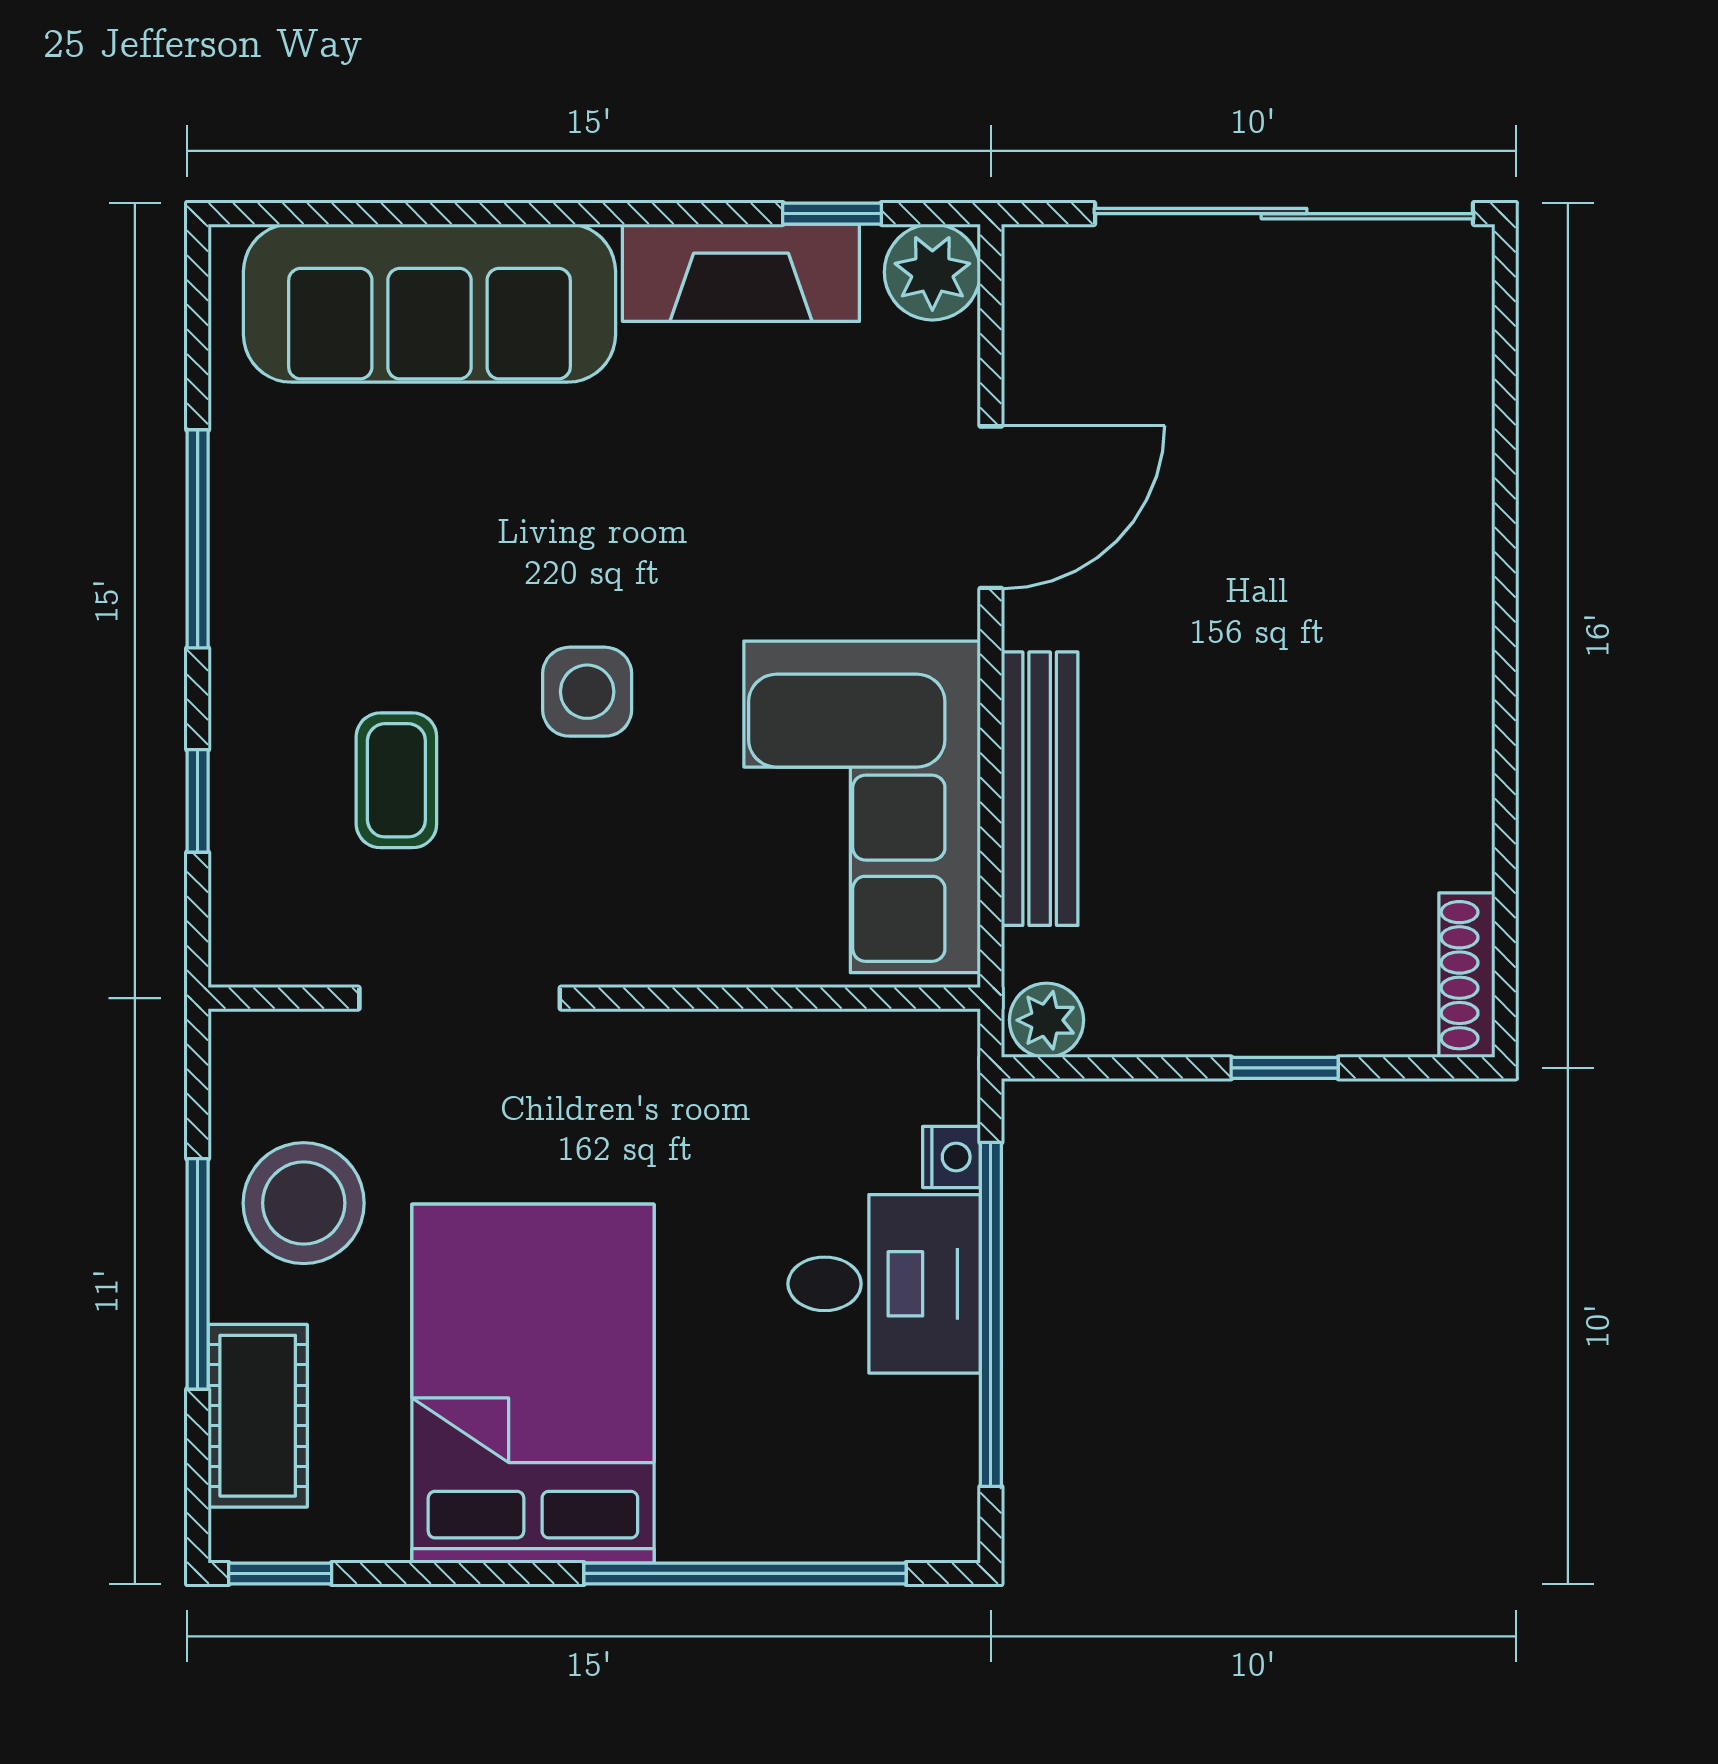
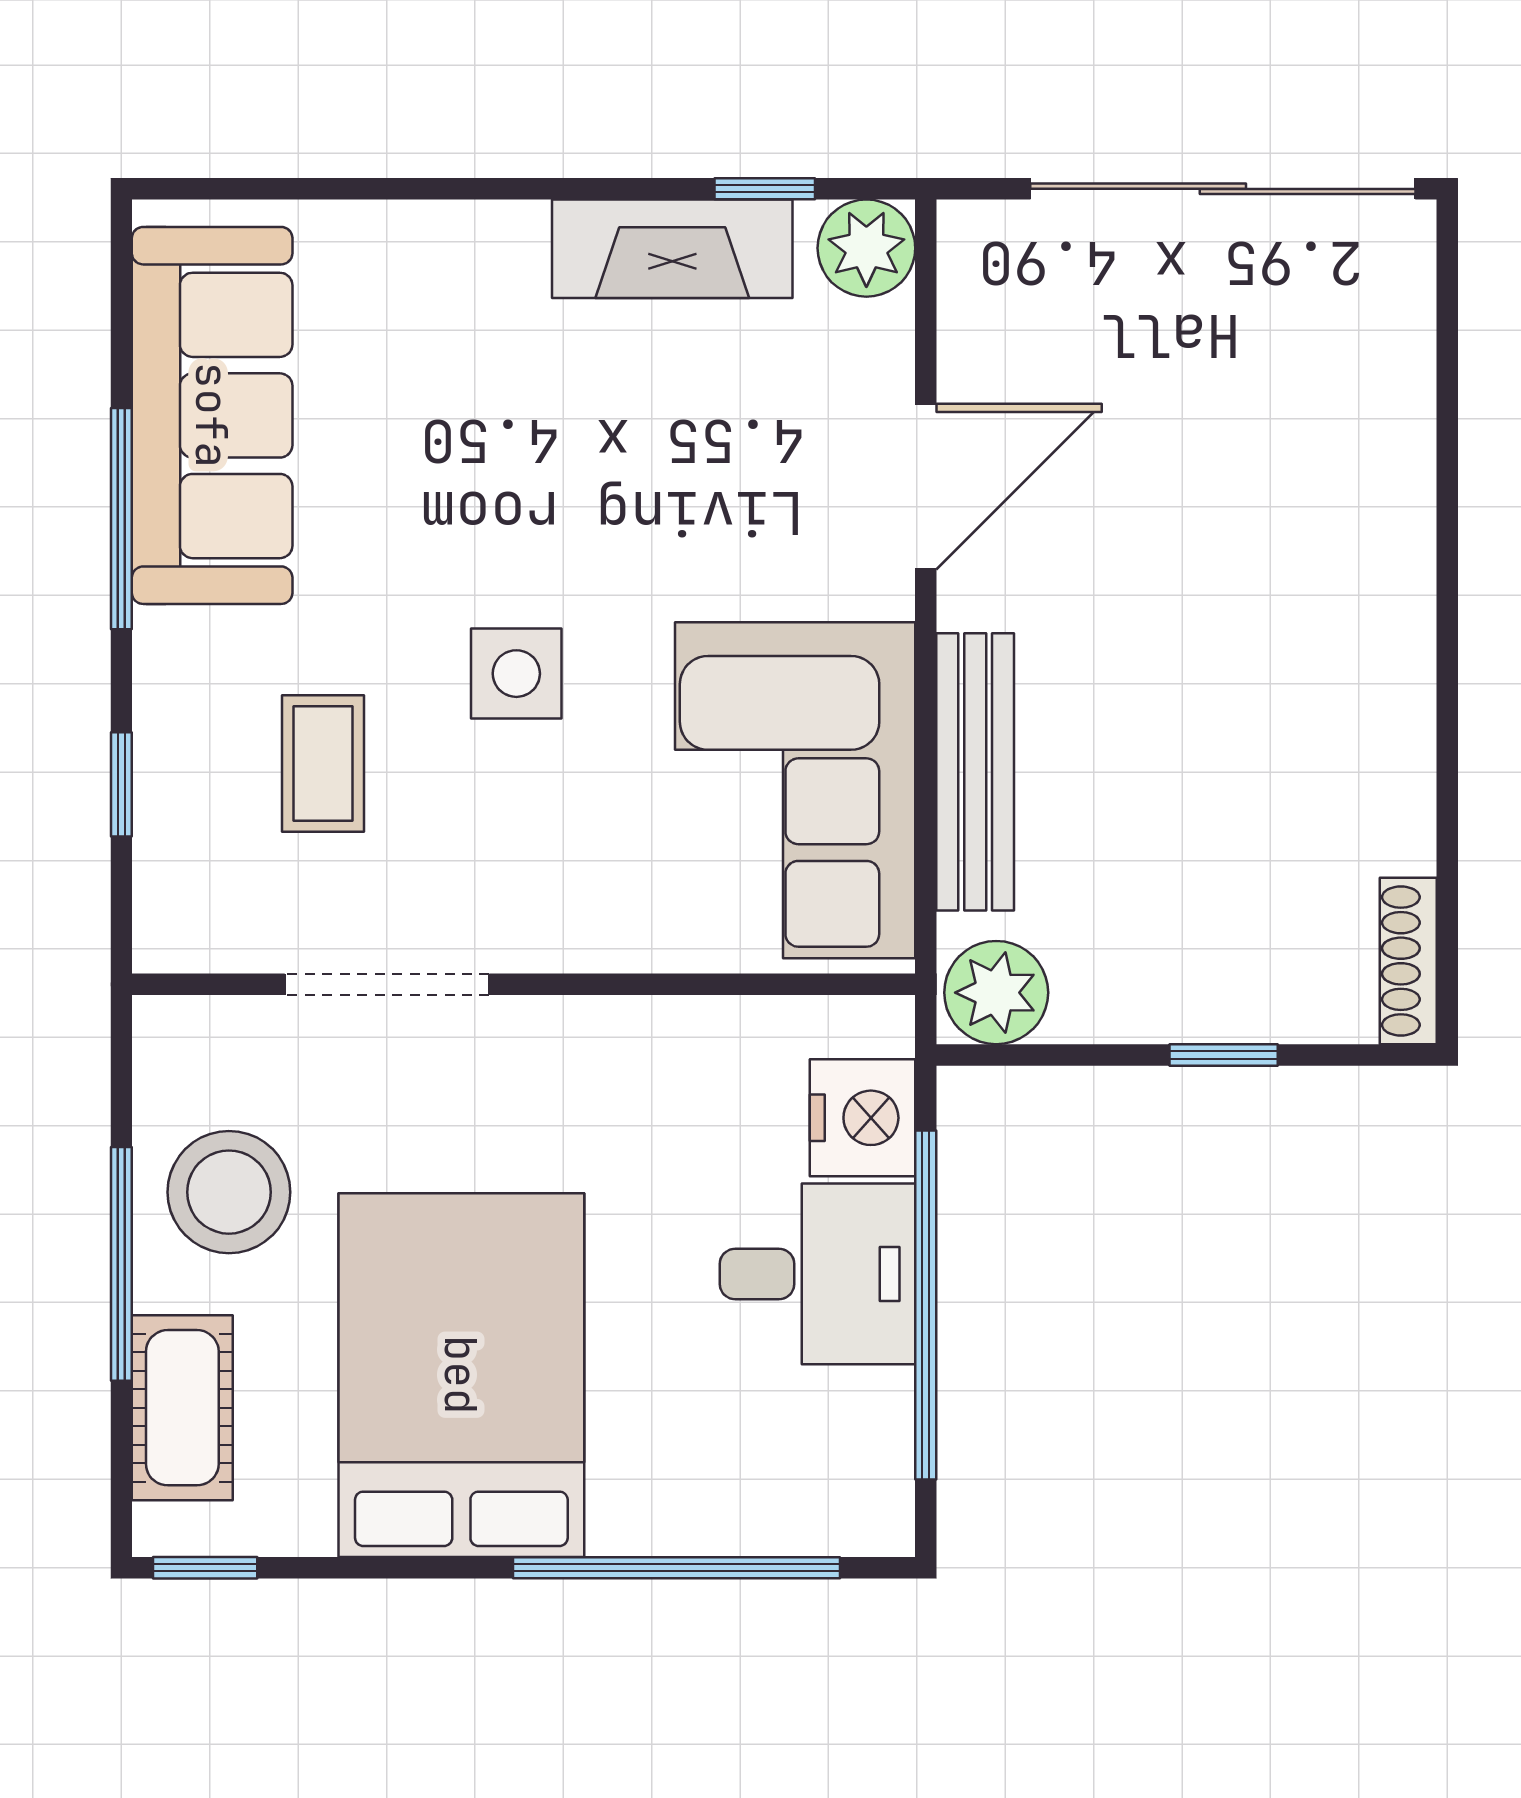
sofa: (429, 303) -> (212, 415), moved, turned -90
plant: (1046, 1020) -> (996, 993), width x1.38, depth x1.38
nightstand: (952, 1157) -> (863, 1118), width x1.89, depth x1.79

